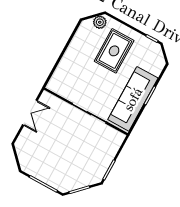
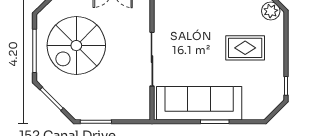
rug: (114, 51) -> (245, 48), width x0.73, depth x0.70
spiral stairs: (54, 156) -> (76, 46), added

